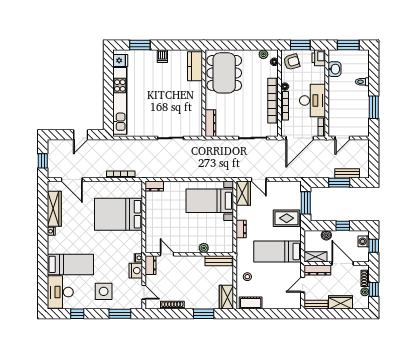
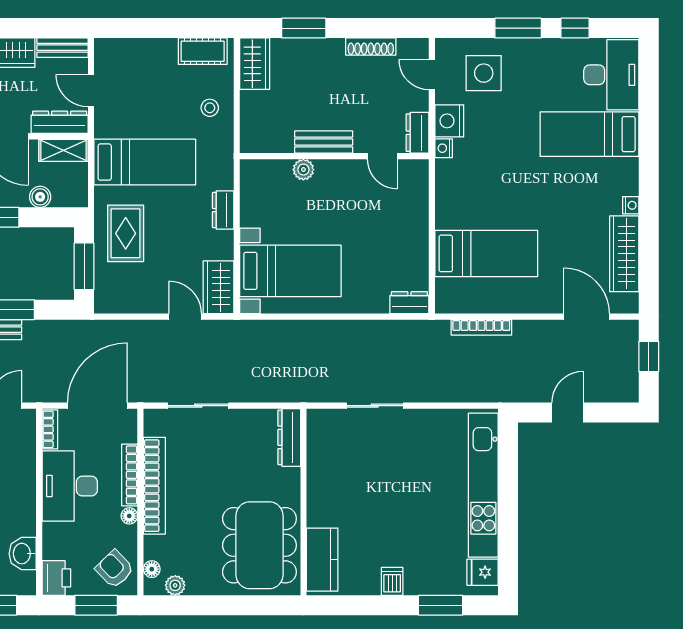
armchair: (292, 62) -> (115, 569), turned 62
bed: (119, 214) -> (486, 253), width x0.67
rug: (287, 218) -> (126, 233), turned 90
bench: (219, 261) -> (324, 142), moved
door: (303, 285) -> (91, 91), swing flipped
side table: (104, 291) -> (484, 73), moved
window: (120, 314) -> (518, 28), moved

